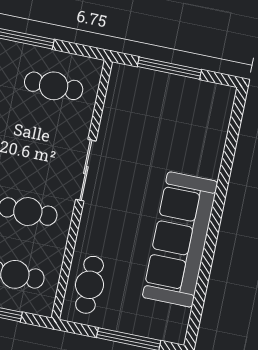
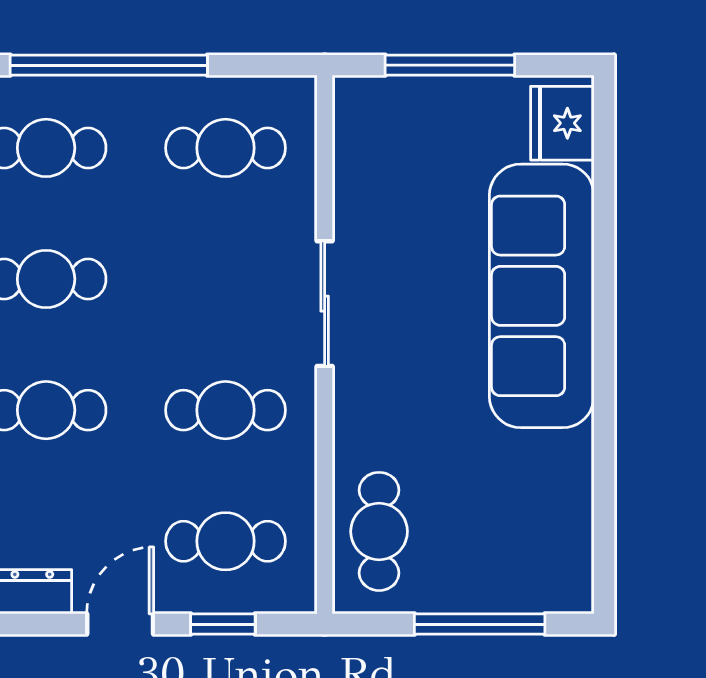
fridge: (218, 107) -> (562, 123), added
sofa: (180, 239) -> (542, 296), moved

